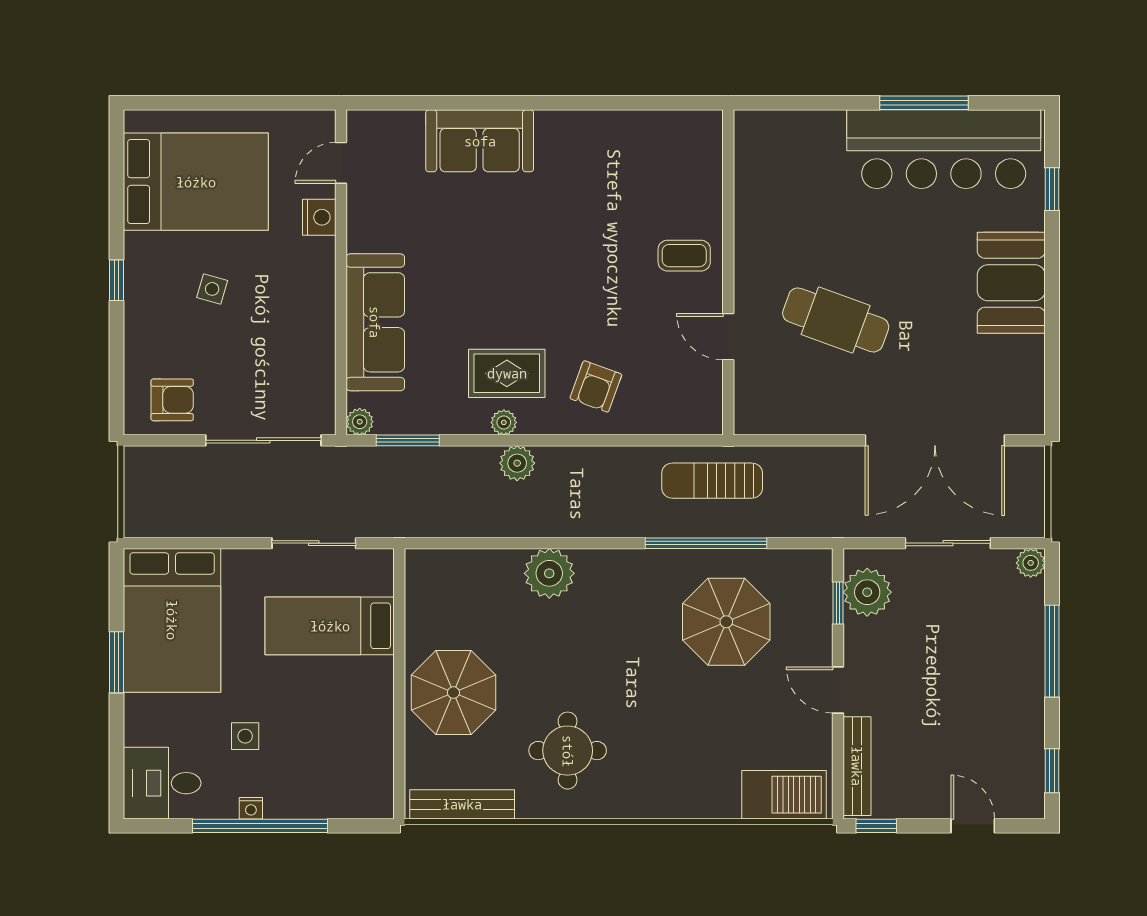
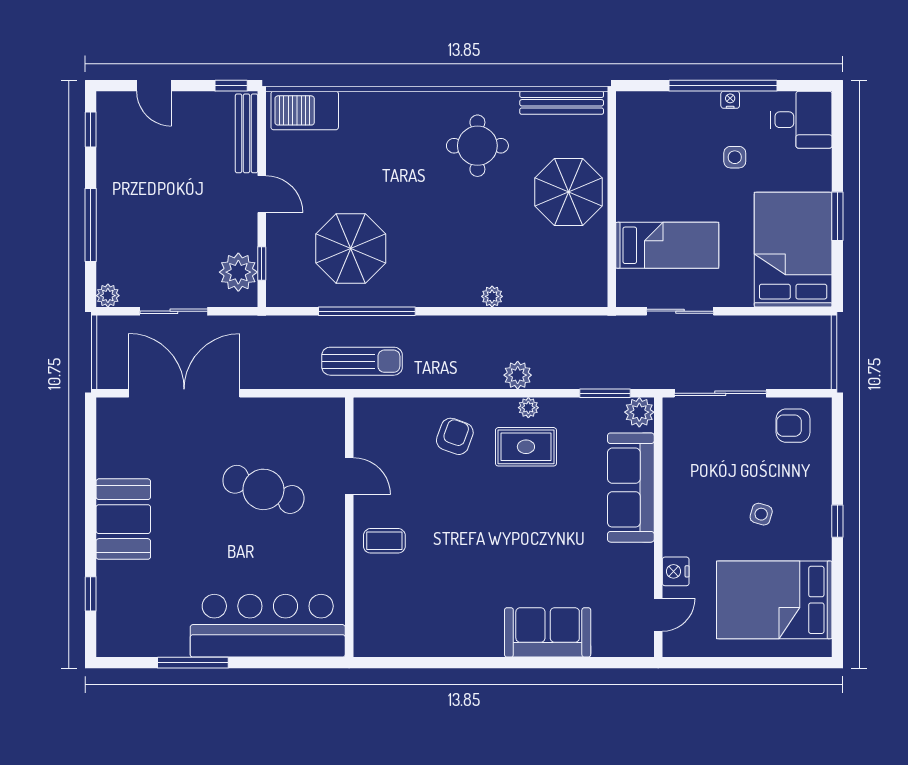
bar counter: (944, 149) -> (268, 626), moved
plant: (360, 422) -> (639, 412), width x1.38, depth x1.38
plant: (549, 573) -> (492, 296), width x0.53, depth x0.53

